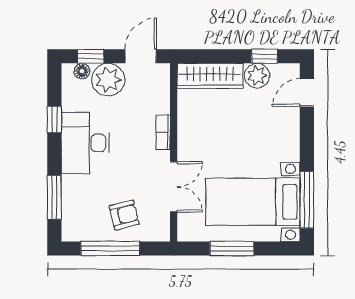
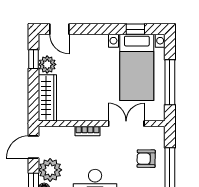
door: (141, 56) -> (34, 147), hinge flipped
window: (307, 200) -> (135, 29), width x0.46
armchair: (124, 215) -> (146, 159), turned -75
window: (232, 248) -> (170, 82), width x1.44

